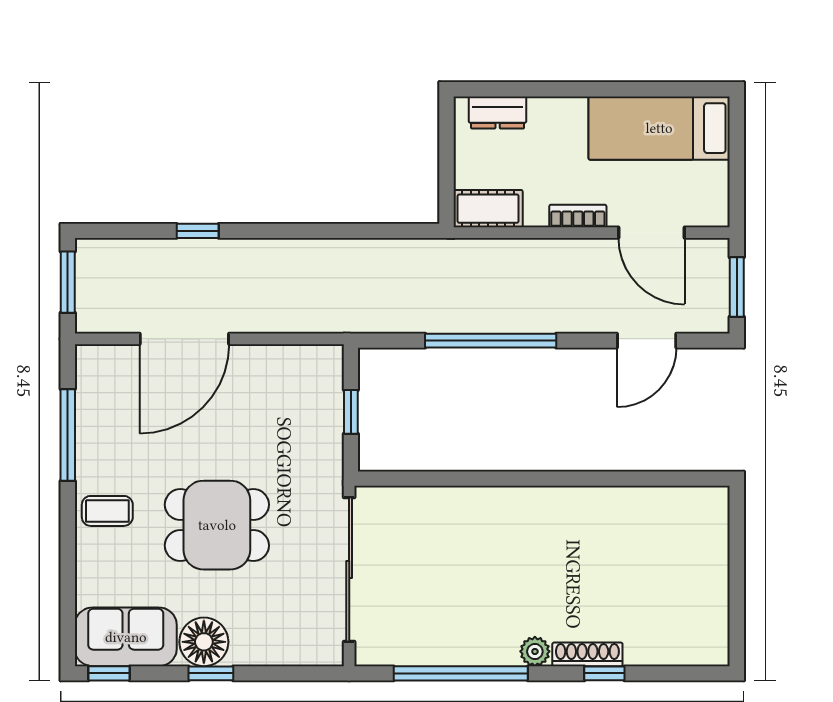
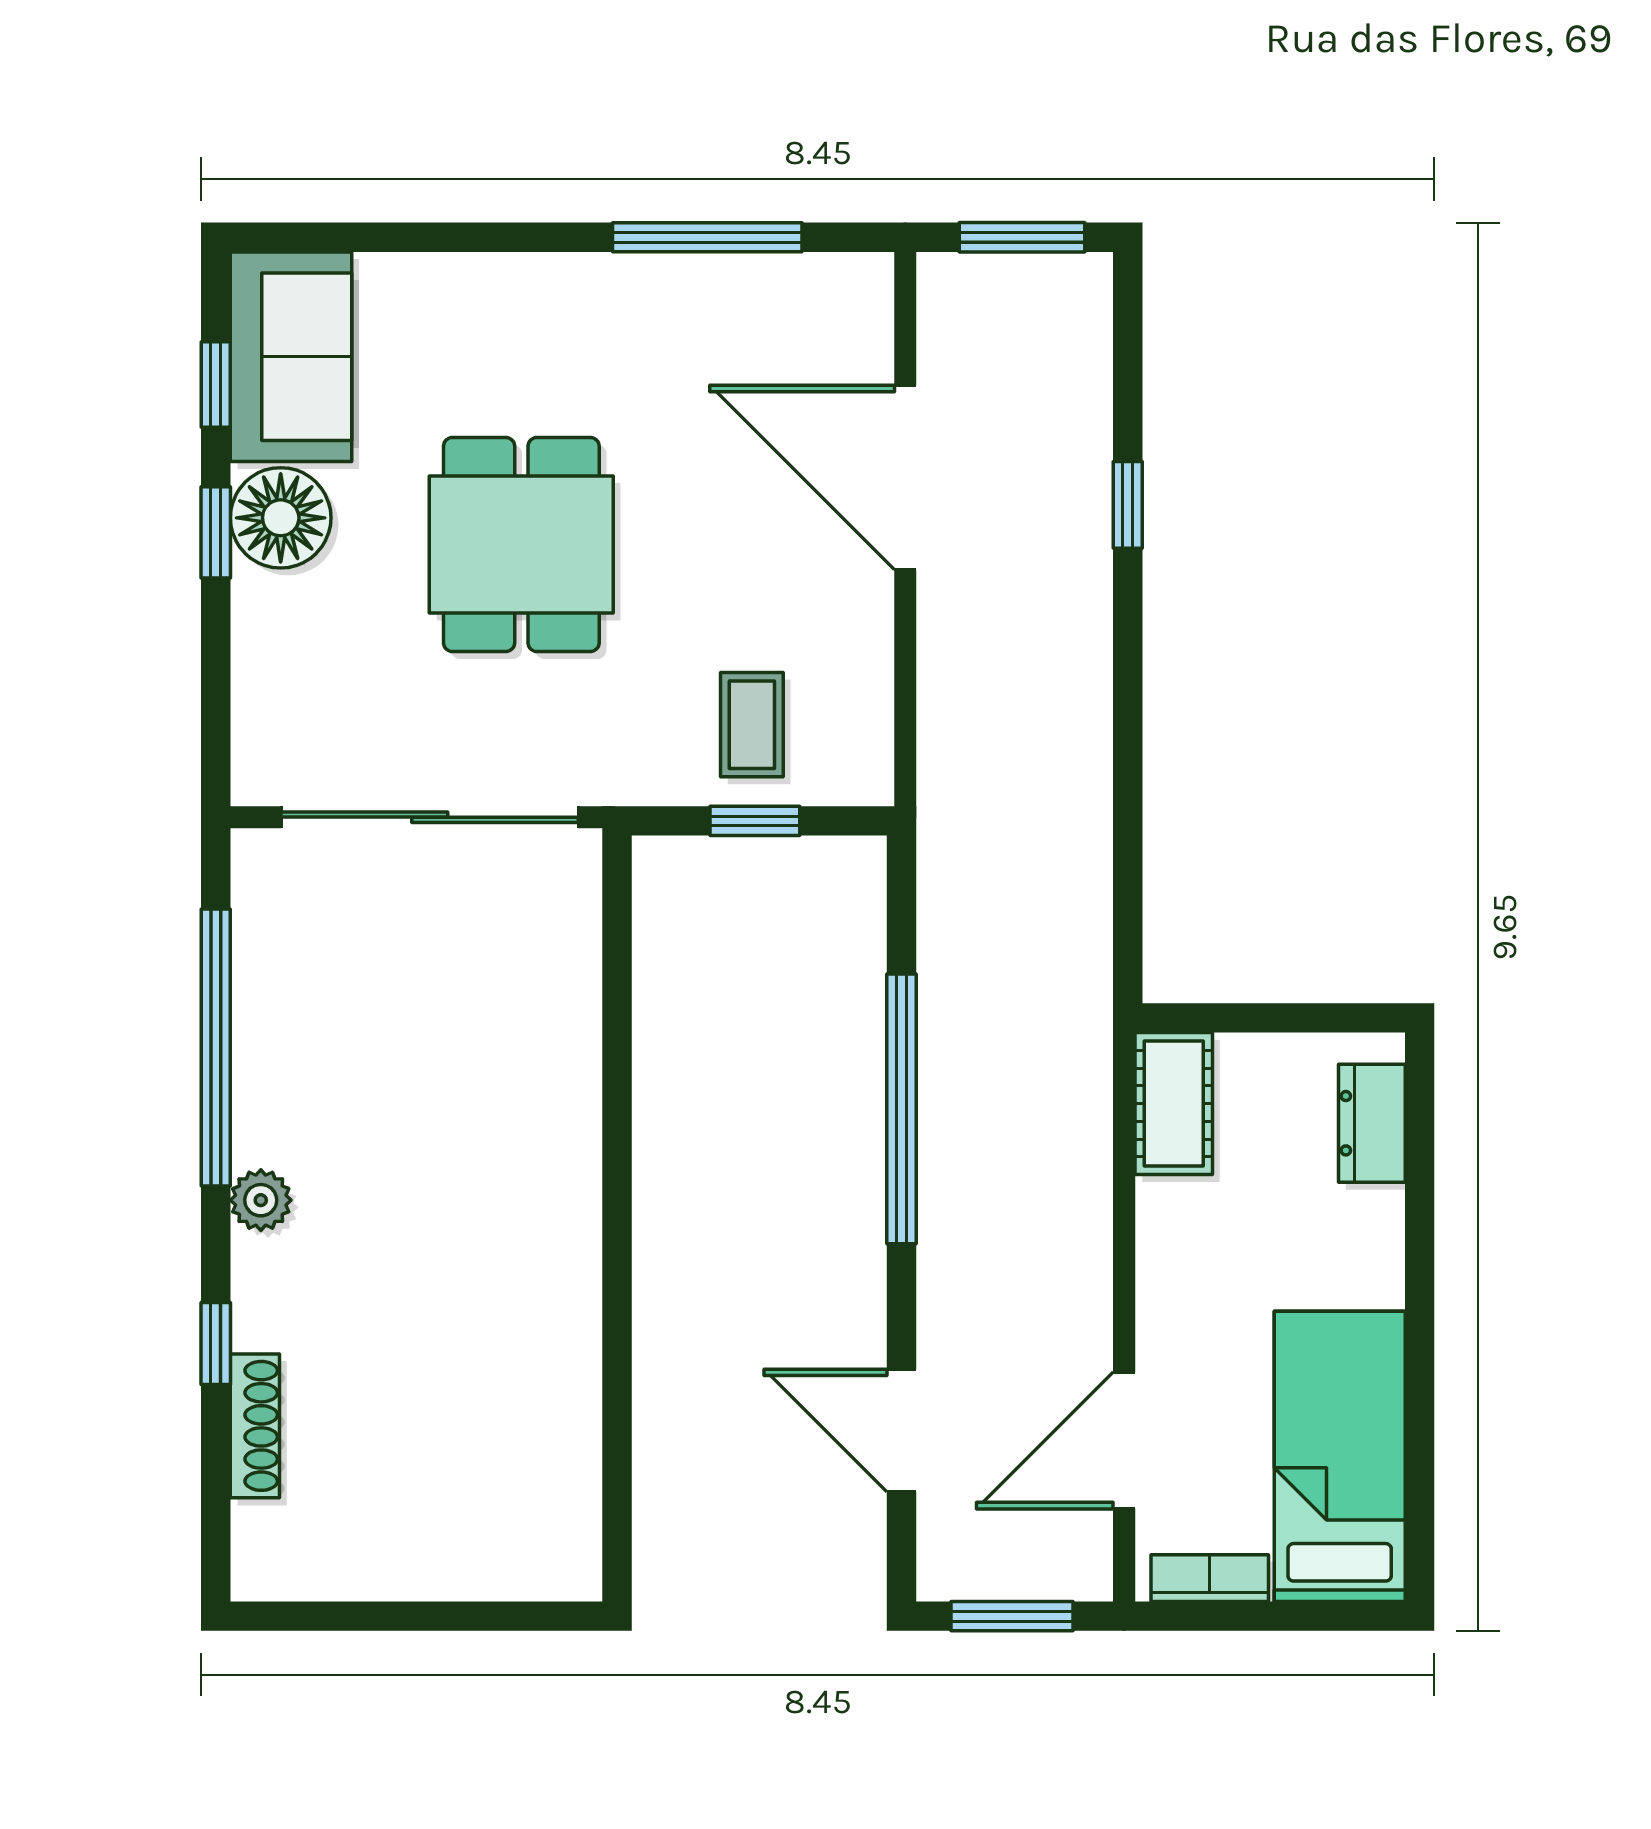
bookcase: (578, 216) -> (1210, 1578), moved, turned -90
coffee table: (107, 511) -> (752, 725), moved
shoe rack: (587, 654) -> (255, 1426), moved
window: (109, 673) -> (216, 385), moved

